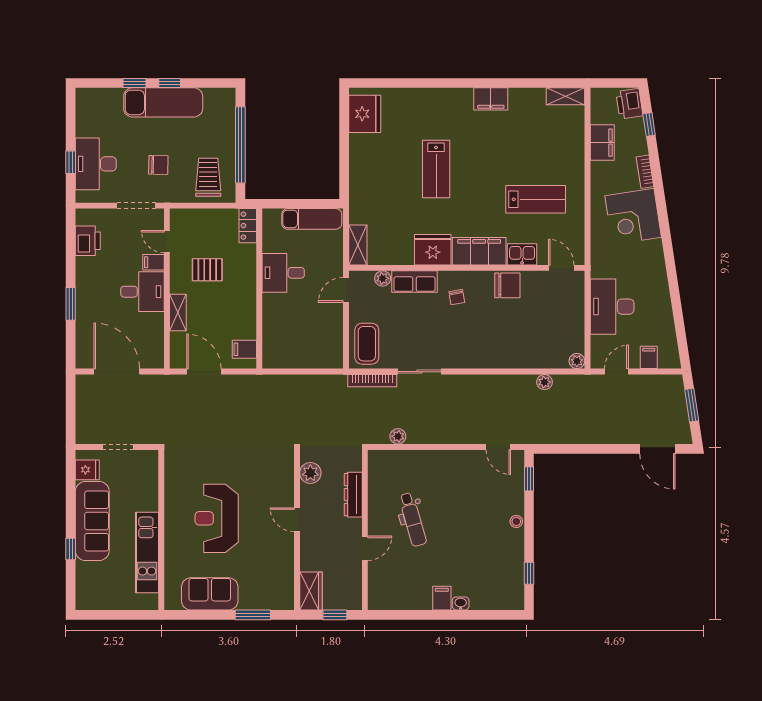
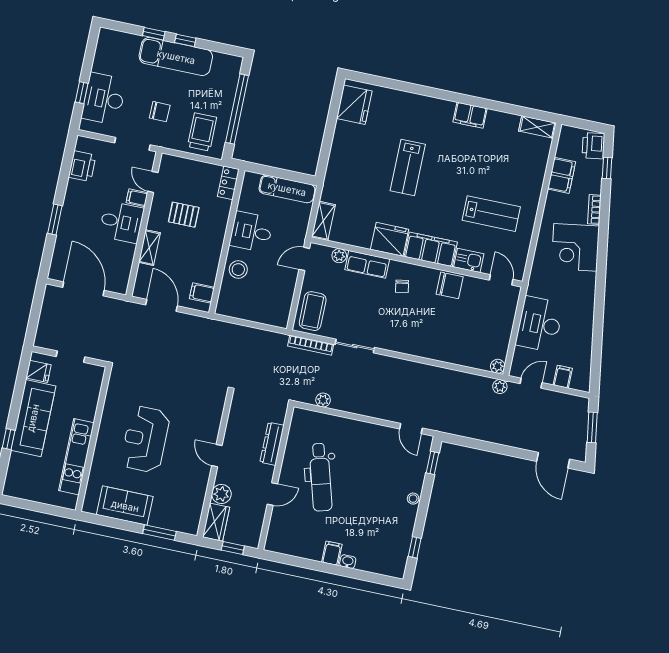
stool: (278, 316) -> (238, 270), added
plant: (545, 382) -> (500, 387), moved
plant: (310, 473) -> (221, 494), moved
dental chair: (413, 519) -> (321, 477), width x1.36, depth x1.38

